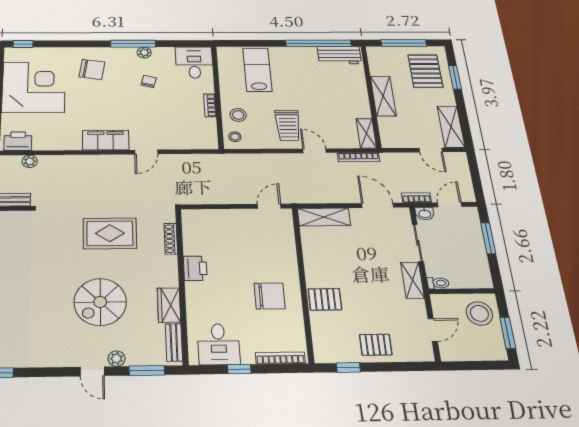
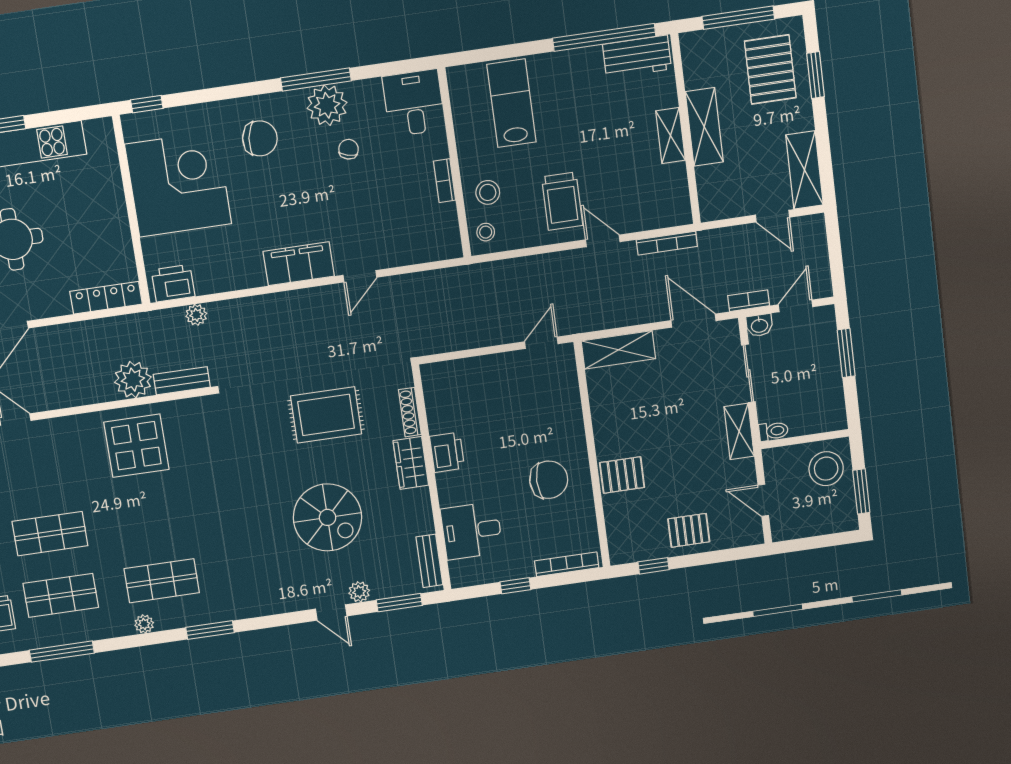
plant: (144, 53) -> (327, 105), width x1.87, depth x1.87
shelving: (366, 133) -> (671, 136), moved
spiral stairs: (100, 302) -> (328, 517), turned -90
wardrobe: (169, 305) -> (411, 463), moved
door: (433, 330) -> (763, 500), swing flipped
desk: (219, 344) -> (472, 531), moved, turned 90

